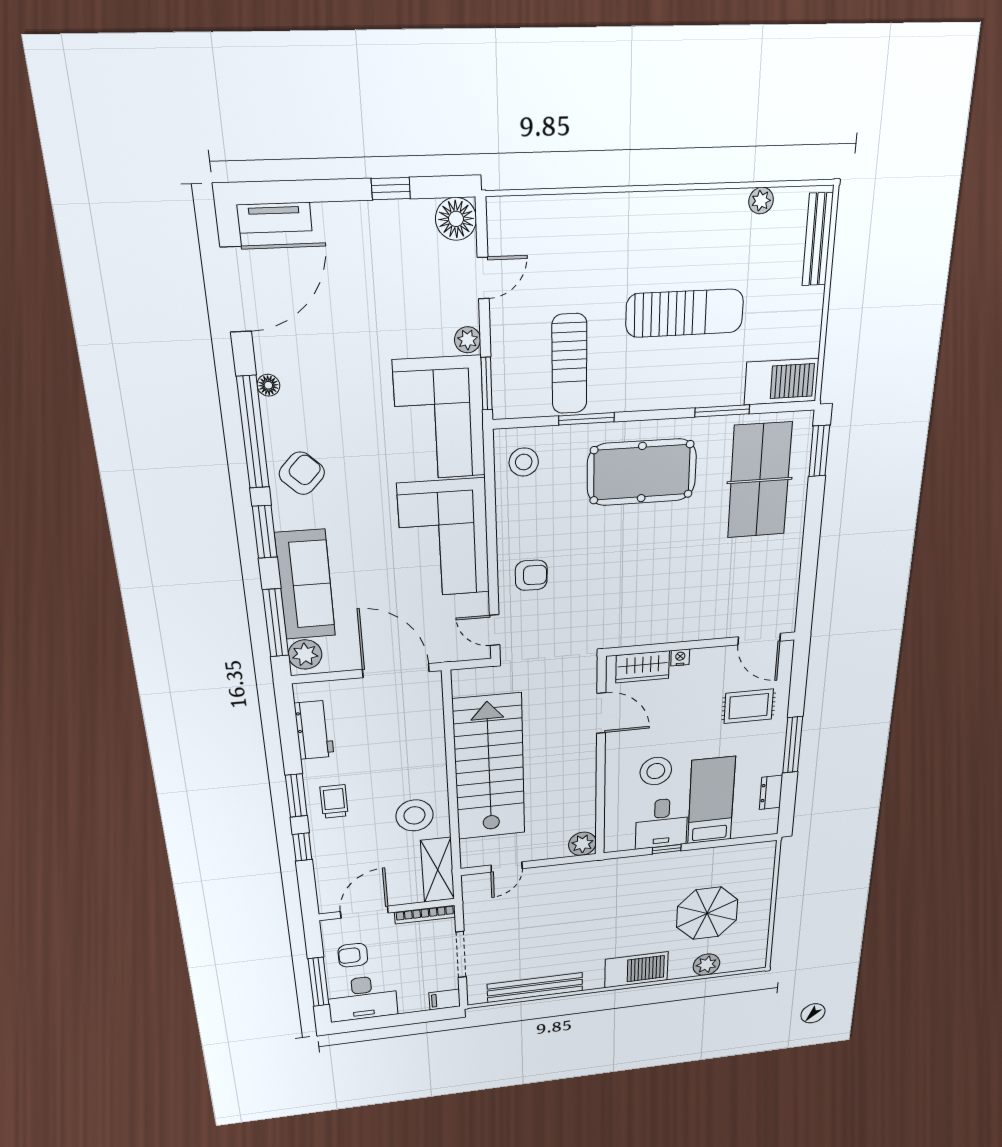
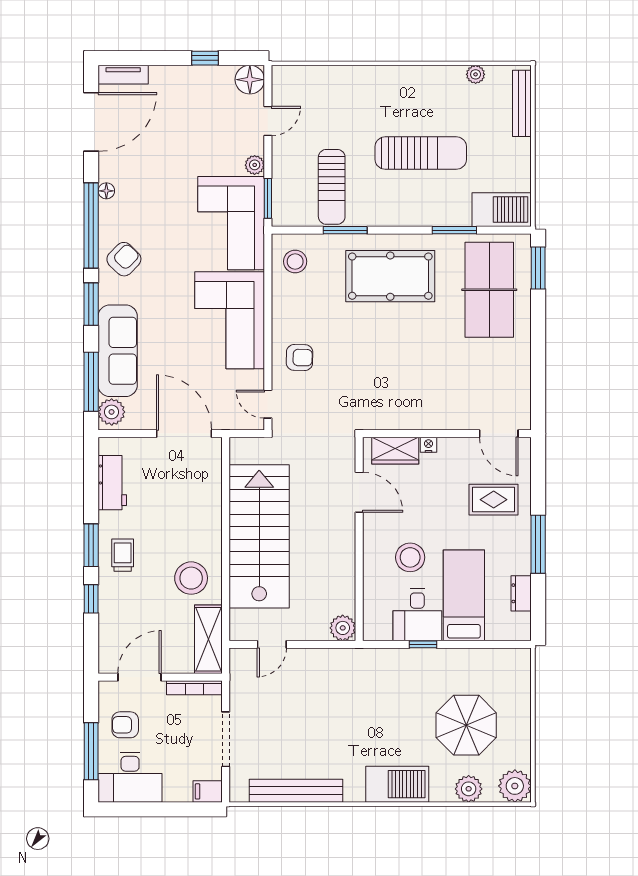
plant: (751, 957) -> (515, 786), added

